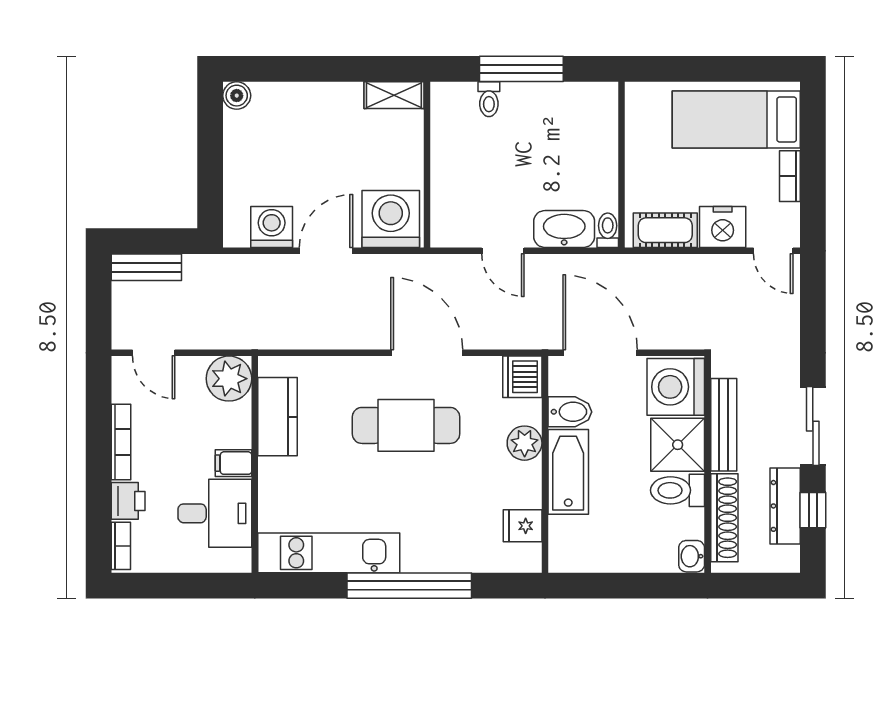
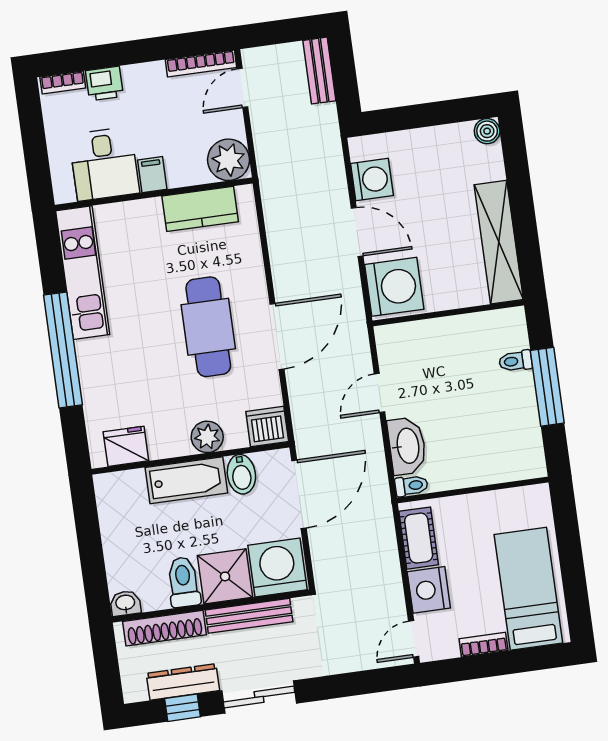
shelving: (394, 95) -> (499, 242), width x2.20, depth x1.33
bookcase: (121, 442) -> (201, 63), moved
fridge: (523, 526) -> (126, 446), width x1.38

